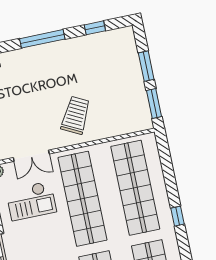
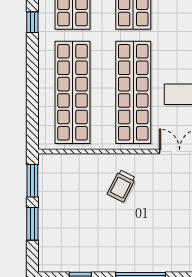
trolley: (76, 115) -> (121, 186), width x0.73, depth x0.72
window: (178, 216) -> (32, 22), moved

